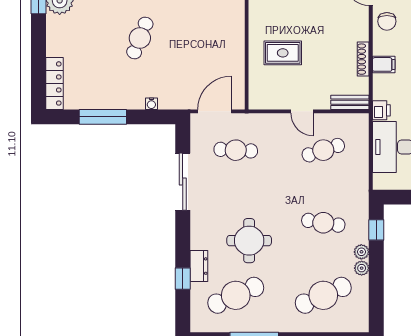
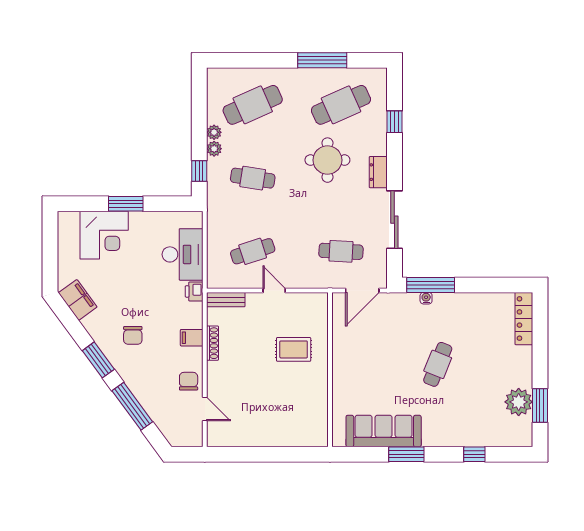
window: (103, 117) -> (431, 285), moved
dresser: (199, 266) -> (378, 172), moved

